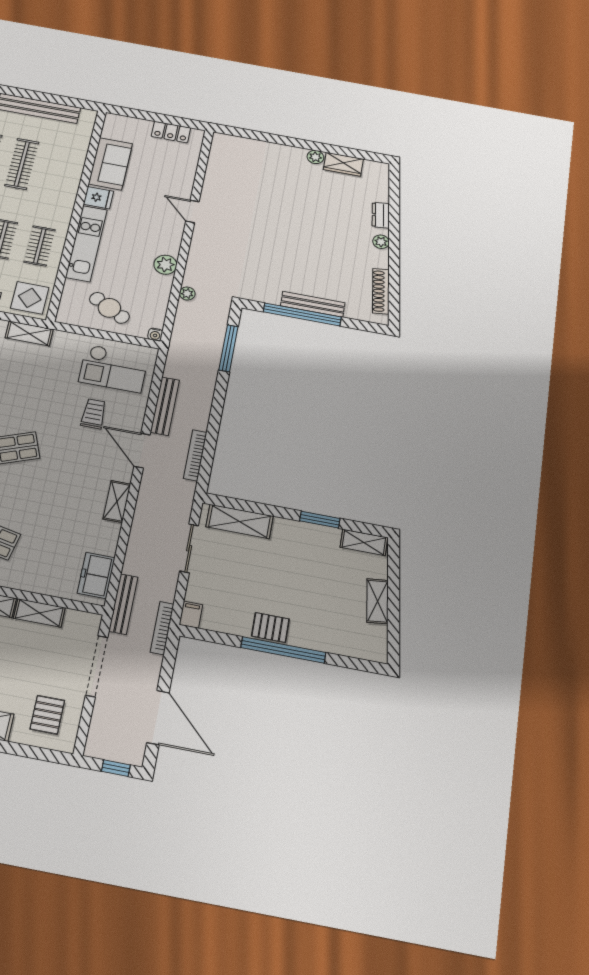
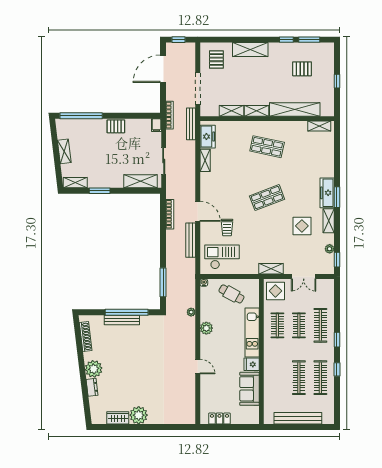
plant: (315, 157) -> (139, 415), width x1.88, depth x1.88
plant: (381, 242) -> (94, 369), width x1.88, depth x1.88
shelving: (117, 501) -> (205, 160), moved
window: (283, 650) -> (81, 116), moved
door: (158, 717) -> (163, 69), hinge flipped

